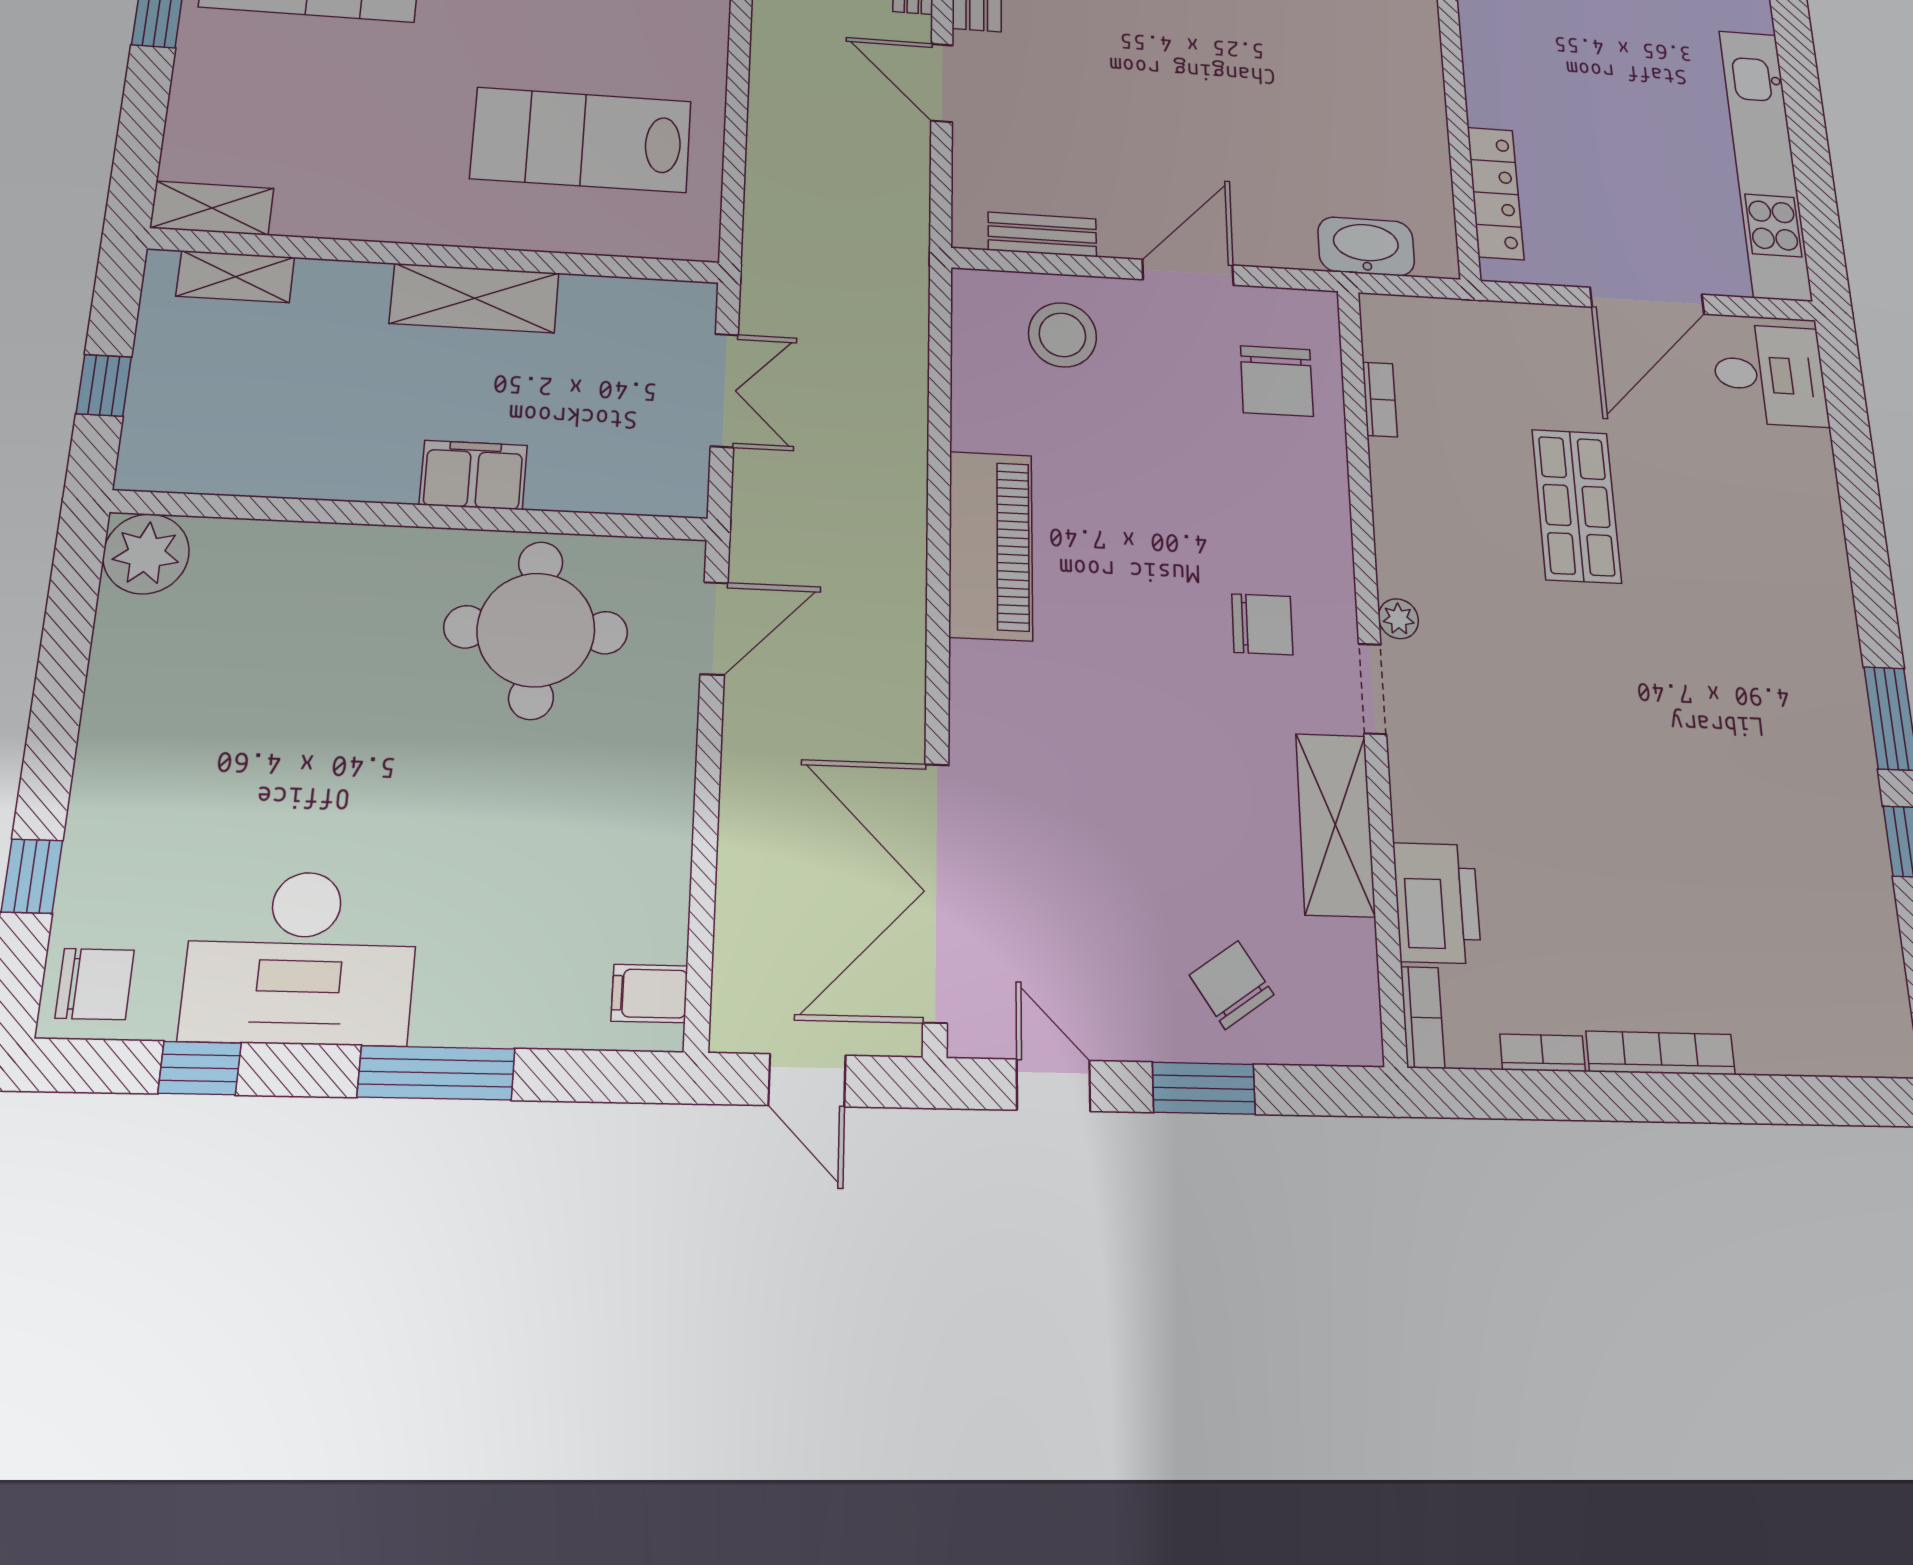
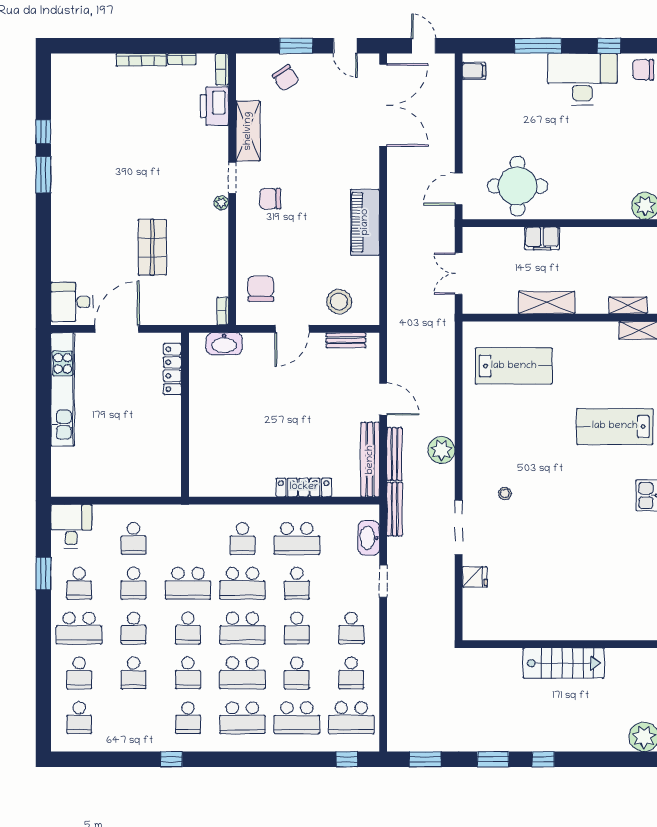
bookcase: (1380, 399) -> (223, 311), moved

